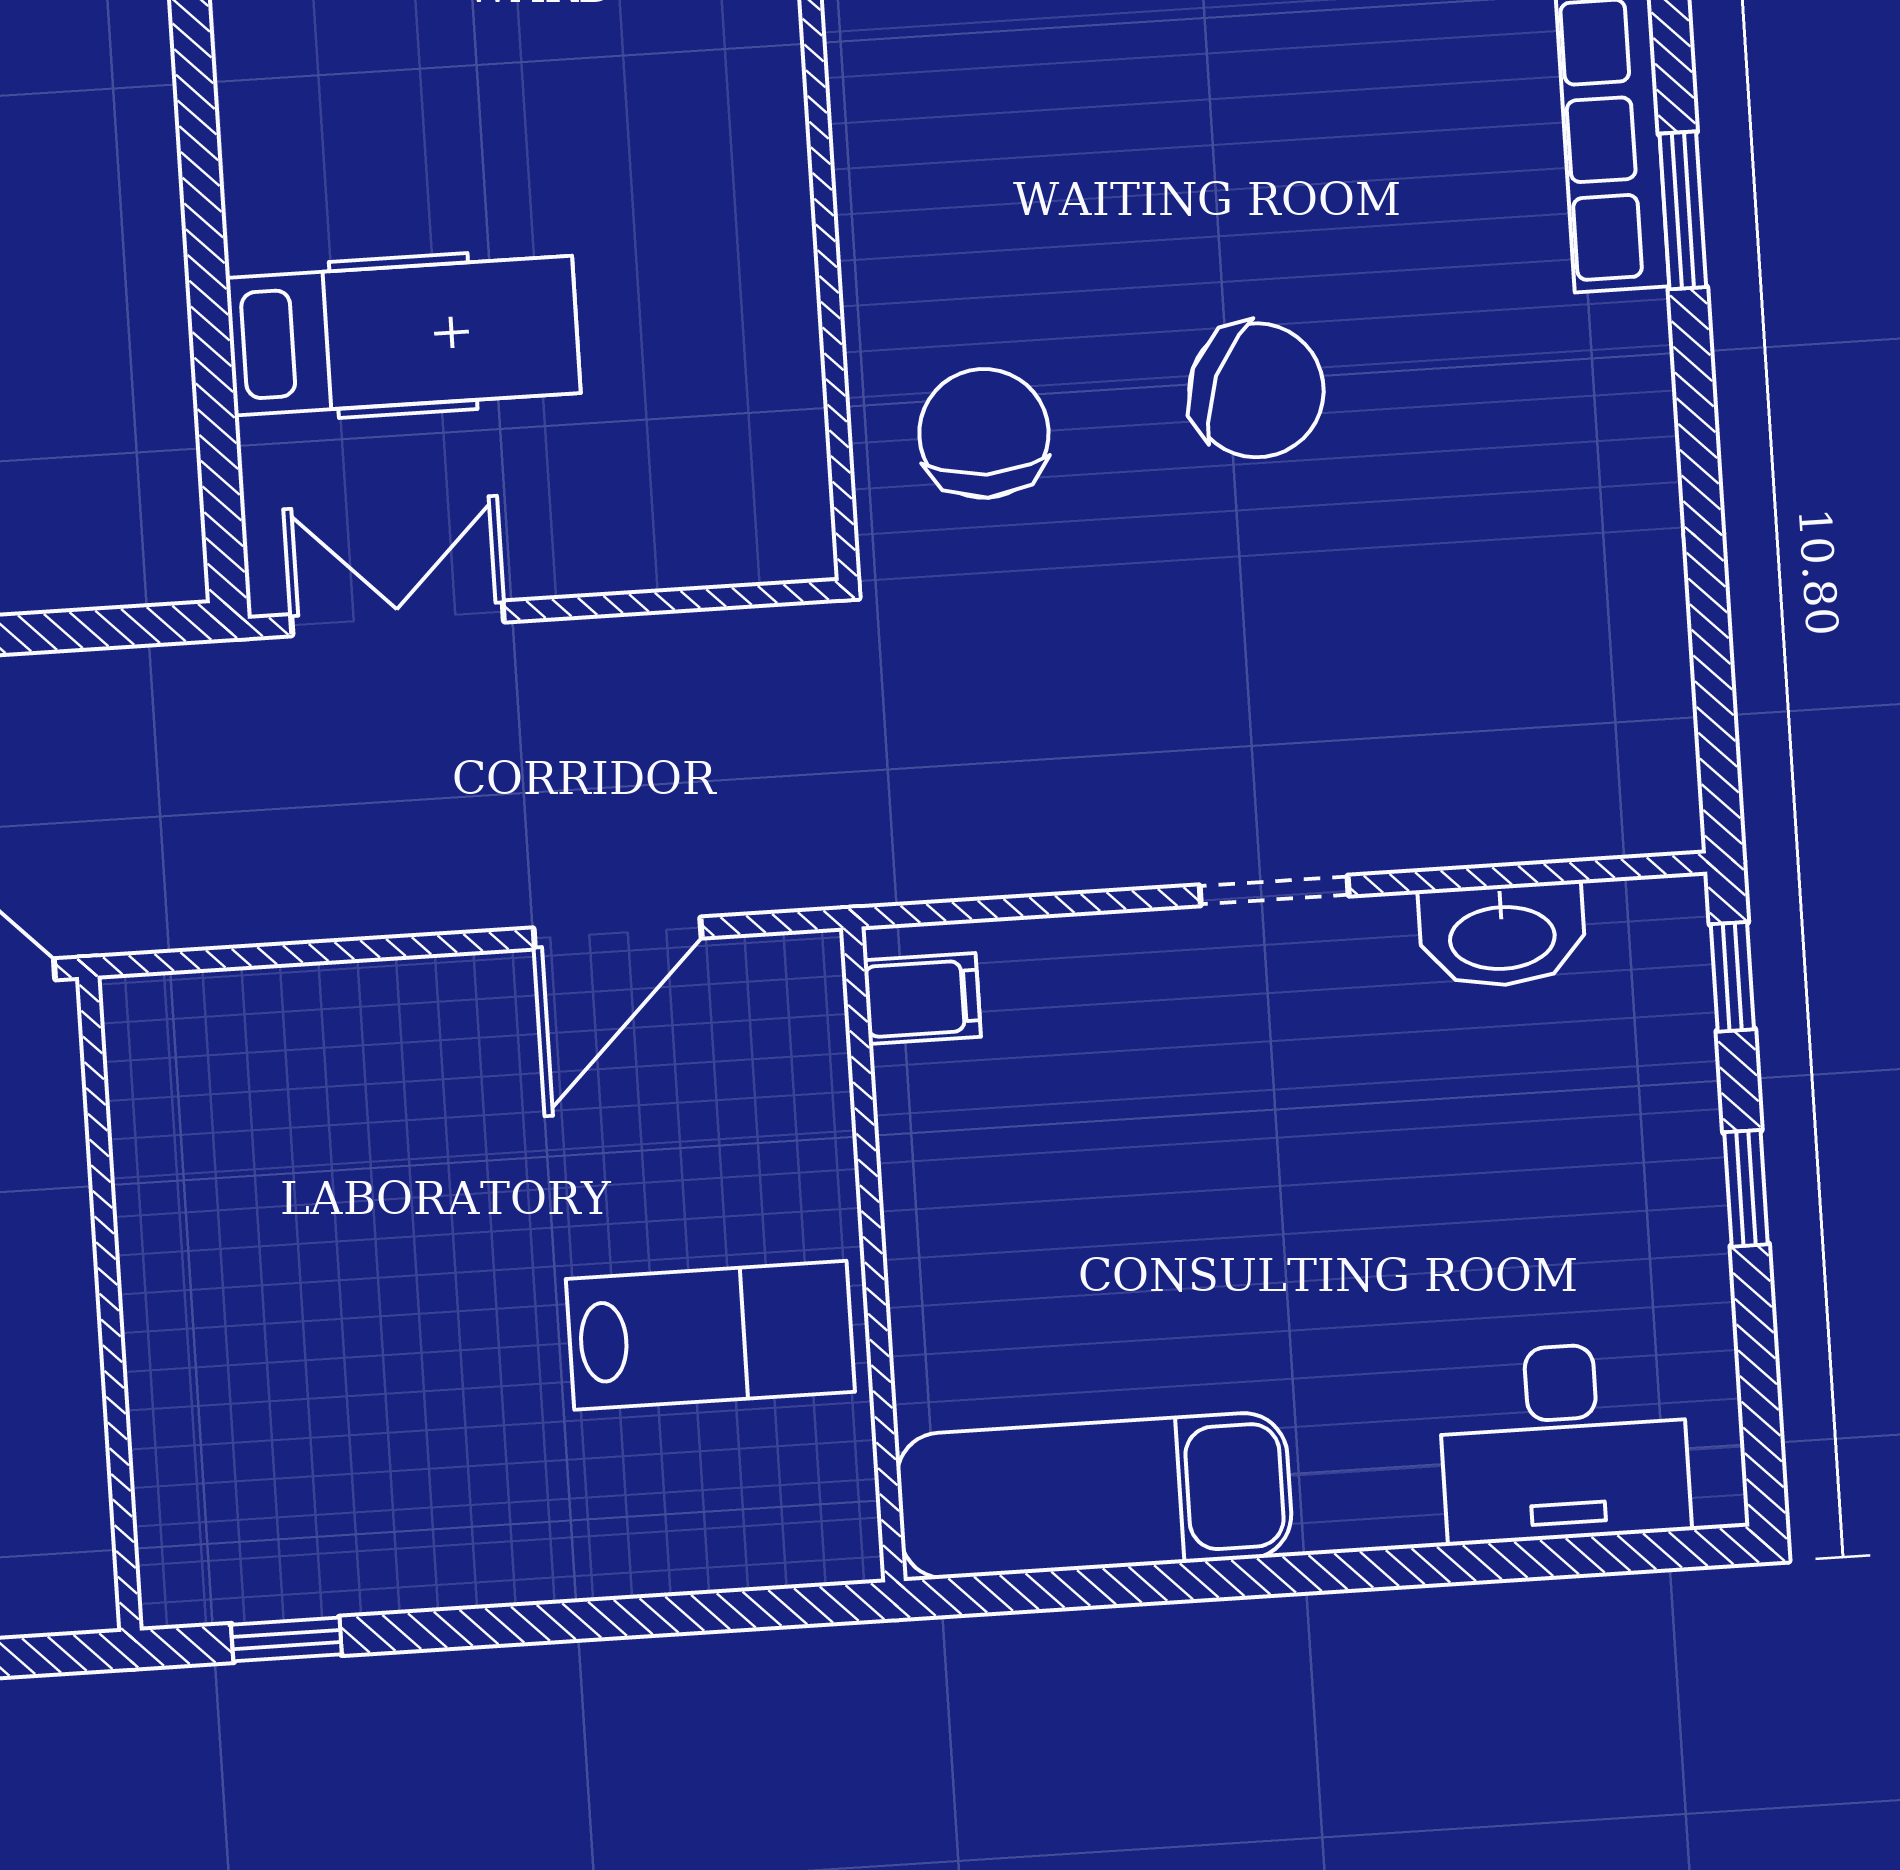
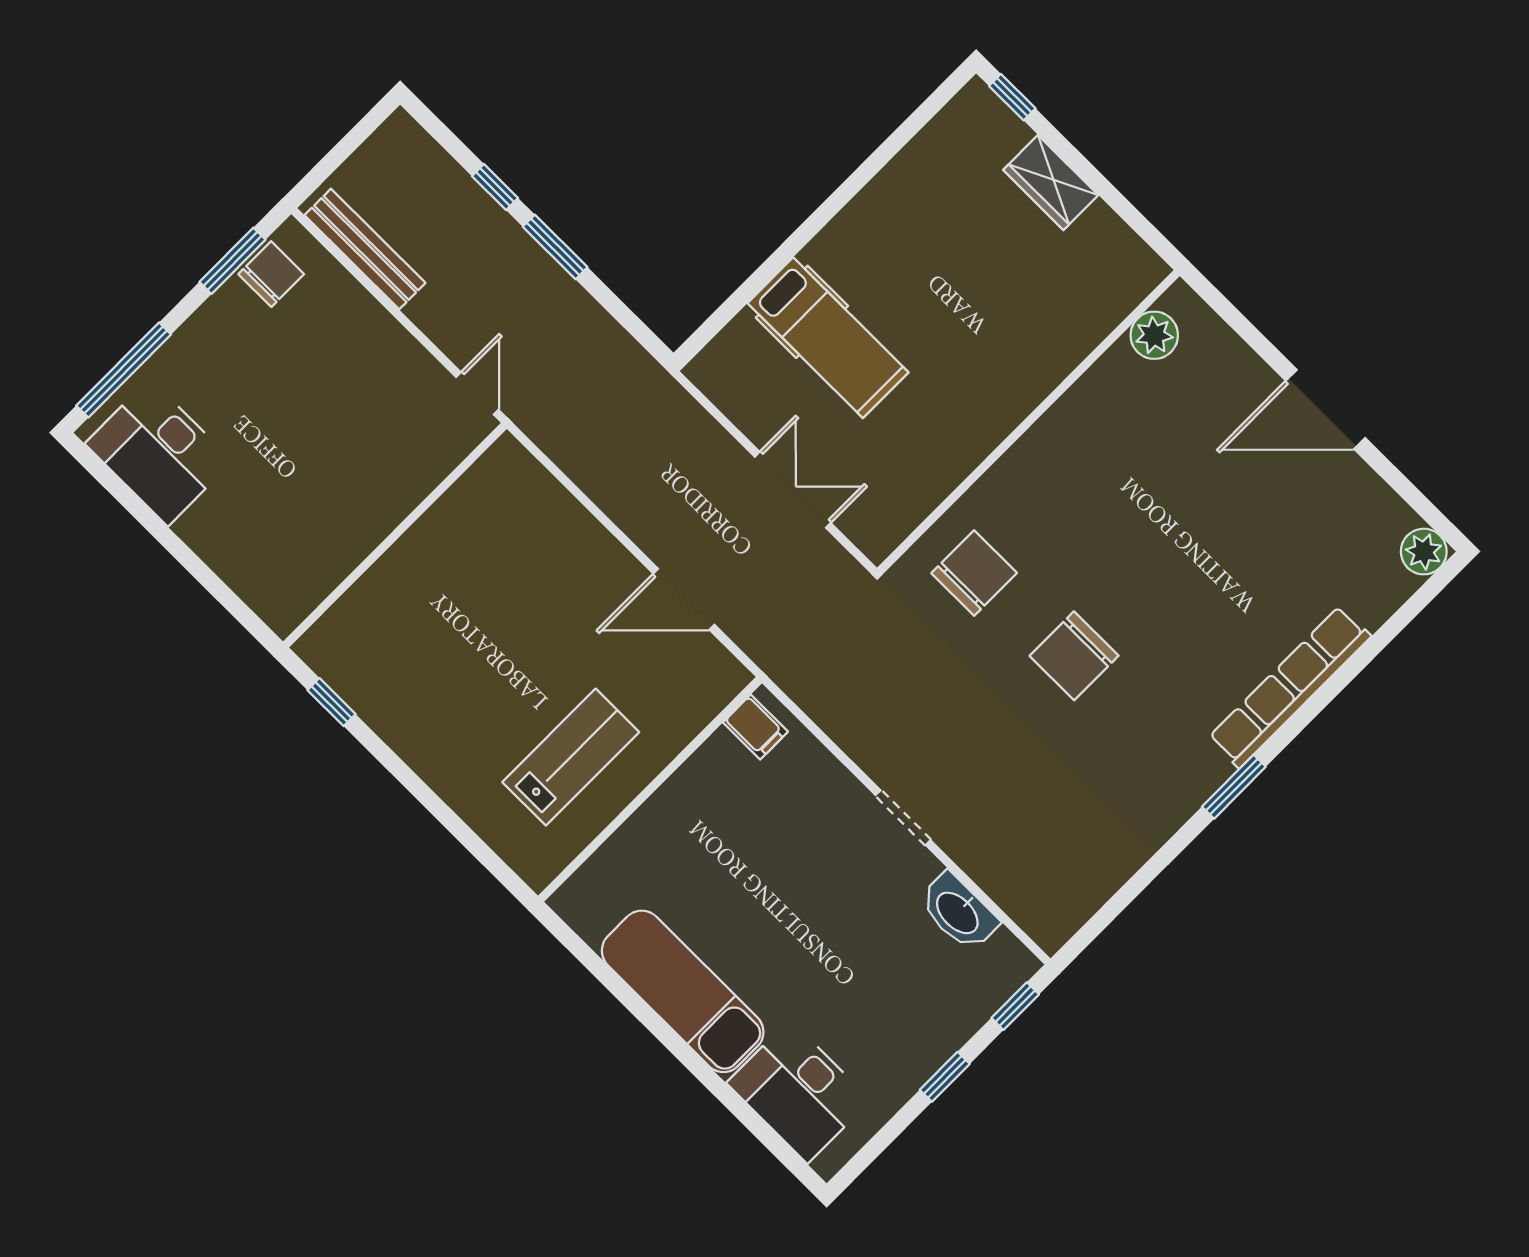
window: (1683, 210) -> (1234, 787), moved
chair: (1256, 390) -> (1074, 656), turned 67
double door: (398, 618) -> (793, 490), moved
lab bench: (710, 1335) -> (571, 757), turned -90
exam couch: (1094, 1496) -> (683, 991), moved

